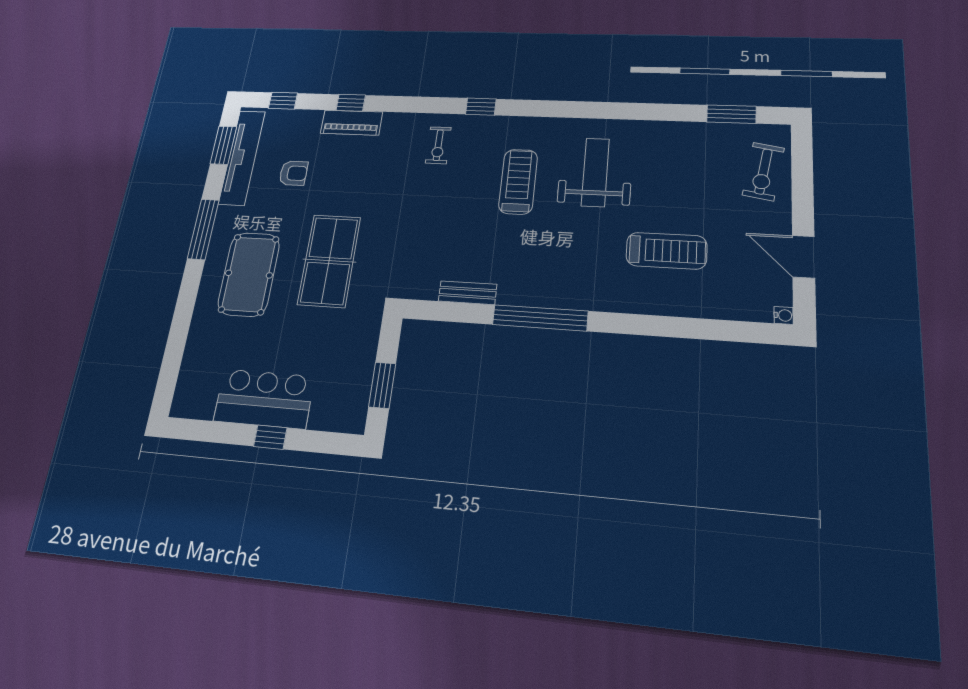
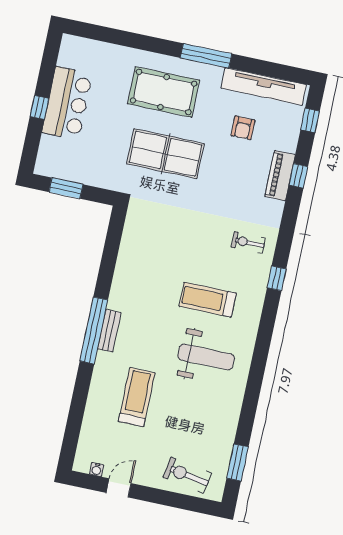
window: (223, 145) -> (277, 71), removed
treadmill: (518, 182) -> (208, 300), turned 180
treadmill: (666, 251) -> (137, 397), turned 180
door: (804, 257) -> (119, 488), width x0.73
bench: (468, 293) -> (109, 331), moved
water cooler: (784, 315) -> (97, 470), moved
window: (540, 318) -> (94, 330), moved

